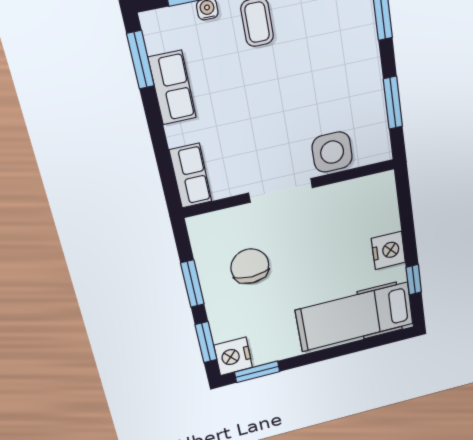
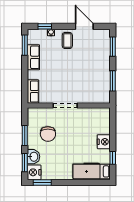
side table: (332, 152) -> (87, 95), removed
chair: (250, 266) -> (48, 134), turned 180
hospital bed: (355, 317) -> (92, 171), width x0.73, depth x0.78
washbasin: (225, 324) -> (34, 157), added

